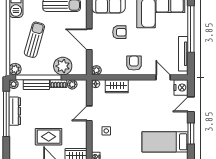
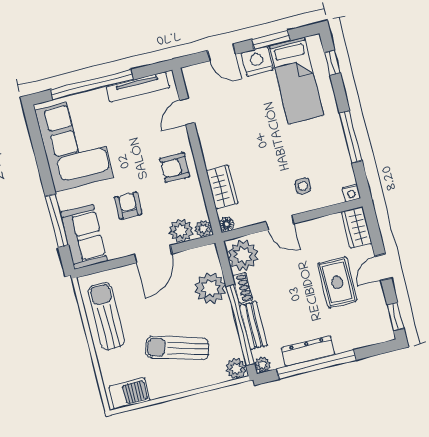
plant: (98, 58) -> (181, 231), added
plant: (72, 84) -> (243, 255), width x1.88, depth x1.88
nightstand: (181, 88) -> (257, 61), moved

